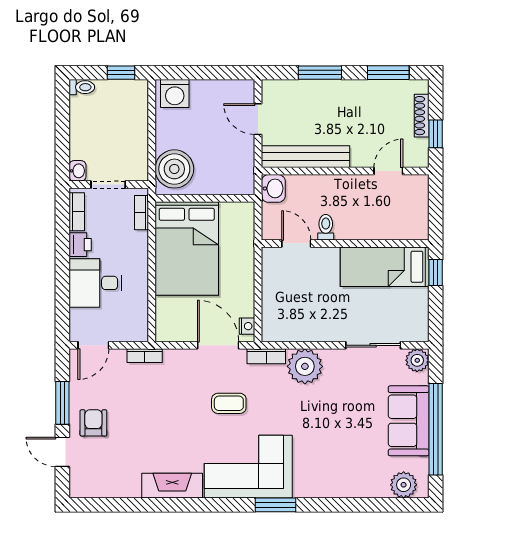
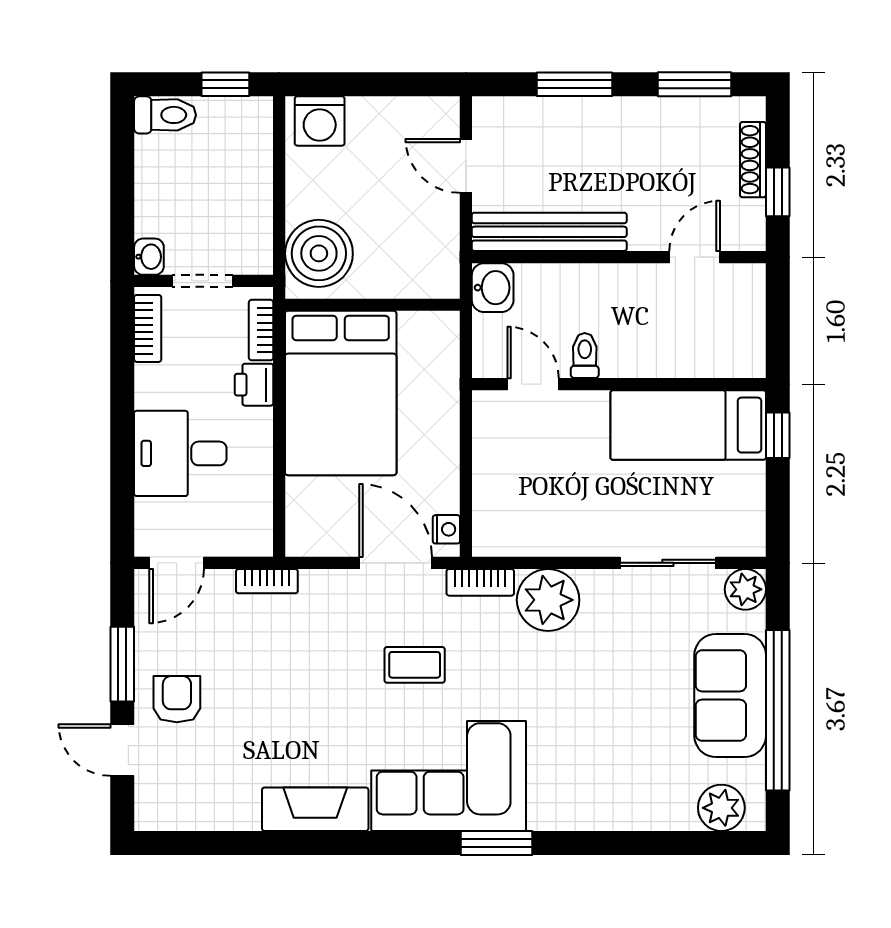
toilet: (82, 87) -> (165, 115), width x1.37, depth x1.39
printer: (80, 245) -> (254, 385), moved, turned 180

